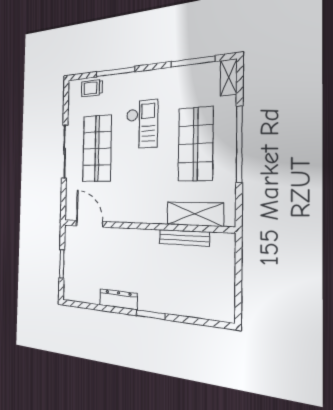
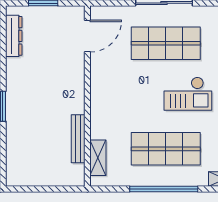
shelving: (195, 214) -> (98, 158), width x0.67, depth x0.75
dresser: (118, 299) -> (14, 36), moved

